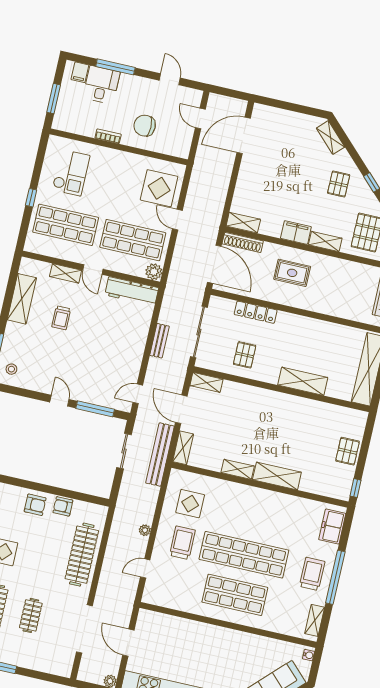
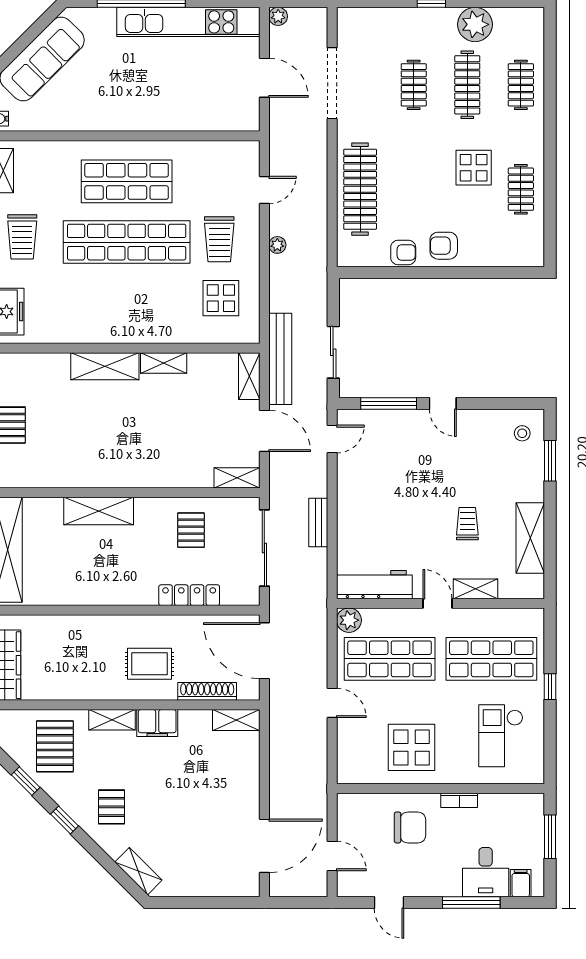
display table: (159, 188) -> (412, 747), moved
shoe rack: (243, 242) -> (207, 691), moved

